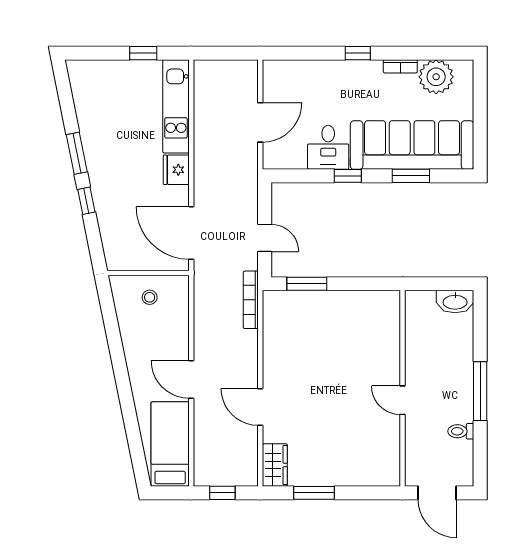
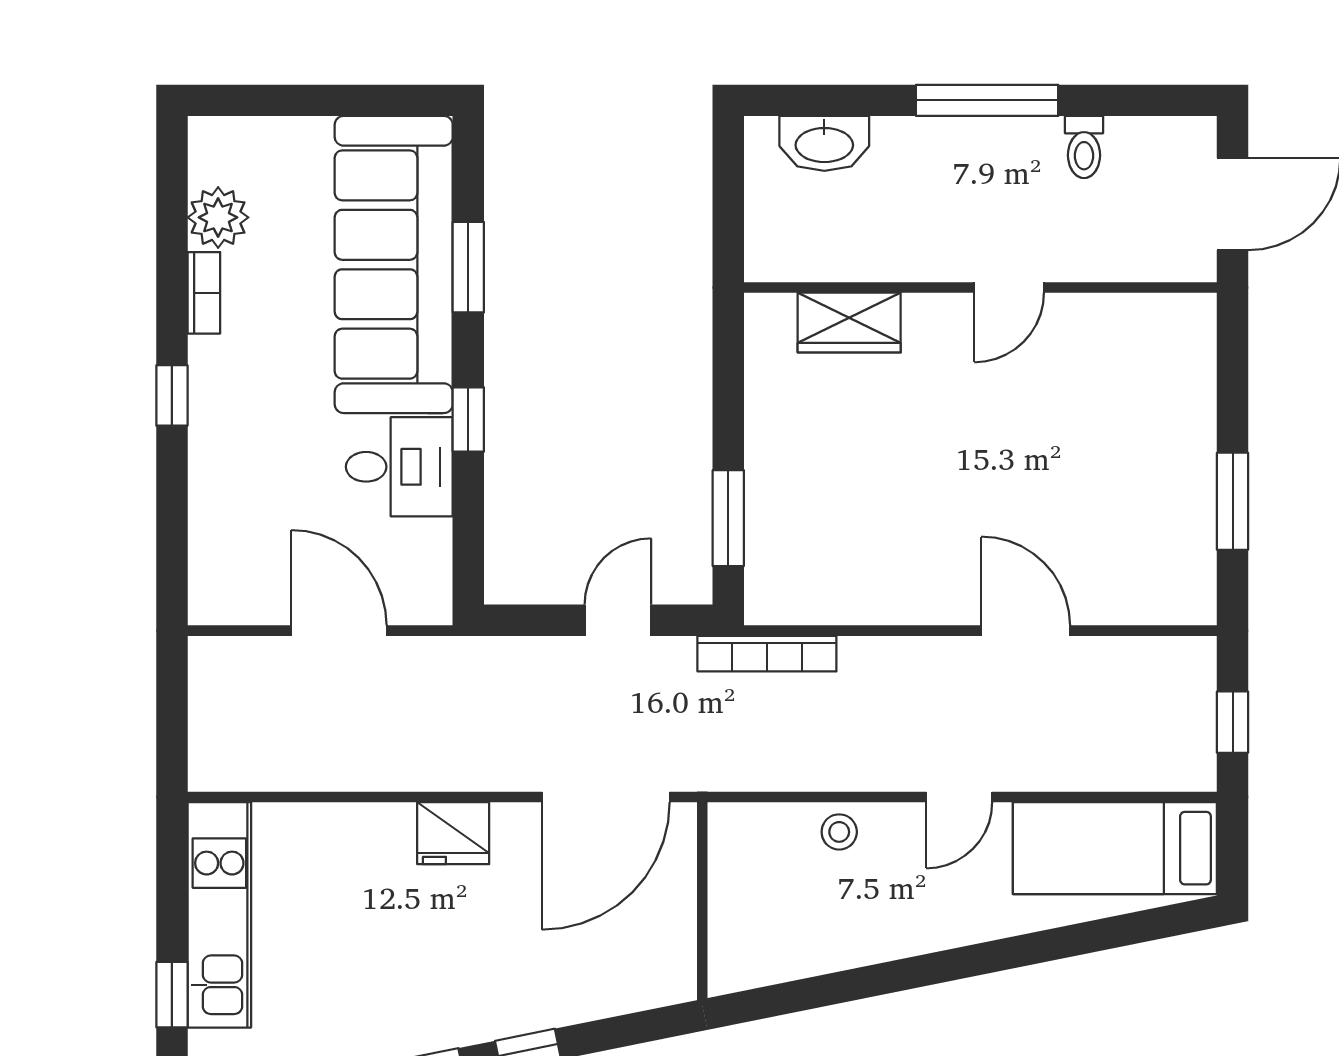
window: (143, 53) -> (172, 995), moved
plant: (436, 77) -> (218, 217), width x0.73, depth x0.73
kitchen unit: (176, 106) -> (219, 915), moved, turned -90
stool: (150, 297) -> (839, 832), moved
washbasin: (455, 302) -> (824, 143), moved, turned 90
door: (191, 379) -> (959, 797), width x0.73
door: (260, 407) -> (1026, 631), swing flipped
wardrobe: (275, 465) -> (849, 323), moved, turned 180

